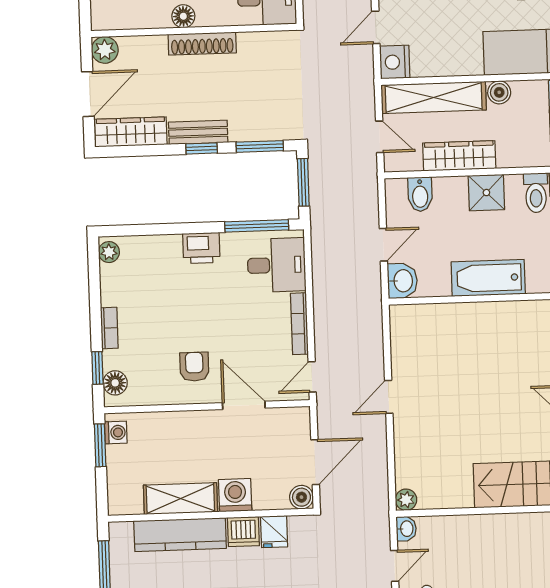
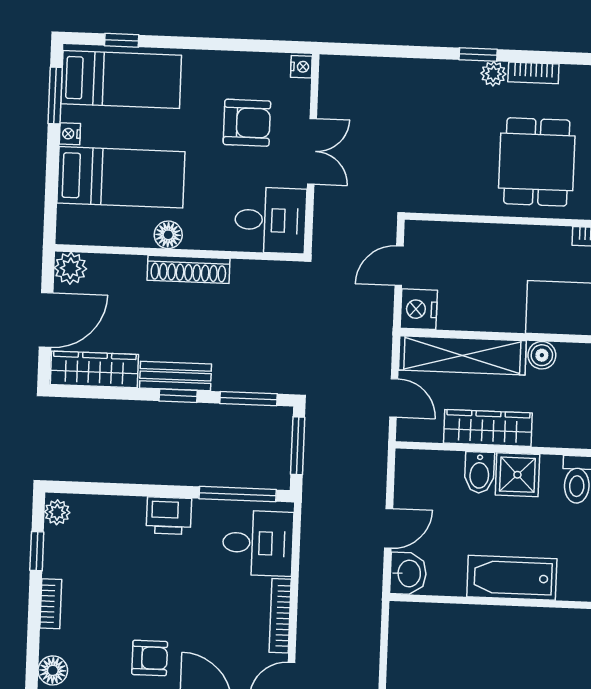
bidet: (420, 194) -> (479, 473), moved
armchair: (194, 367) -> (150, 658), turned 90
window: (97, 368) -> (37, 551), moved

